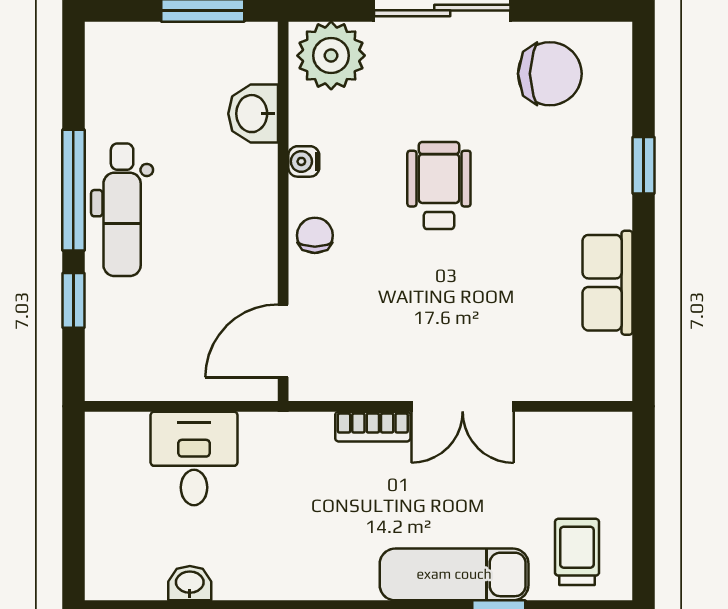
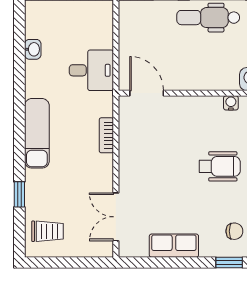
chair: (315, 235) -> (234, 231), moved
double door: (463, 406) -> (116, 217), moved
desk: (194, 458) -> (91, 70), moved
exam couch: (454, 574) -> (37, 133), moved

